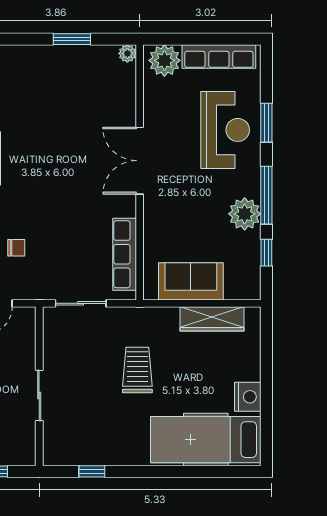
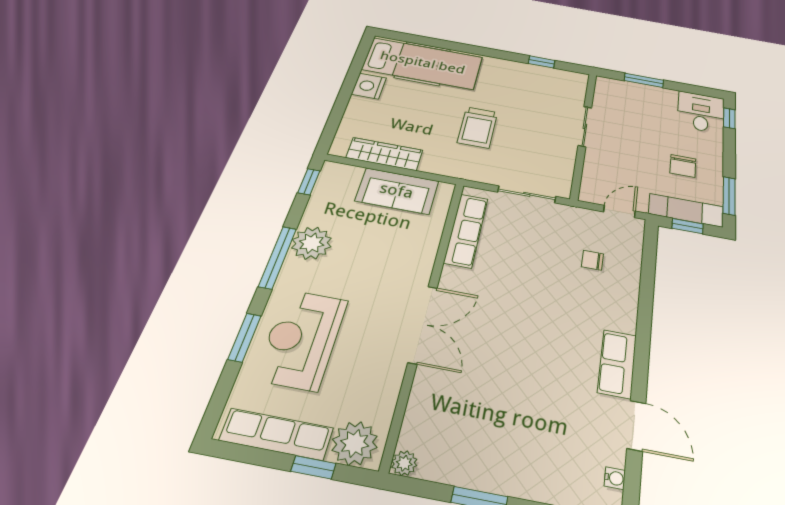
window: (187, 39) -> (313, 467), added
window: (266, 253) -> (309, 182), moved

